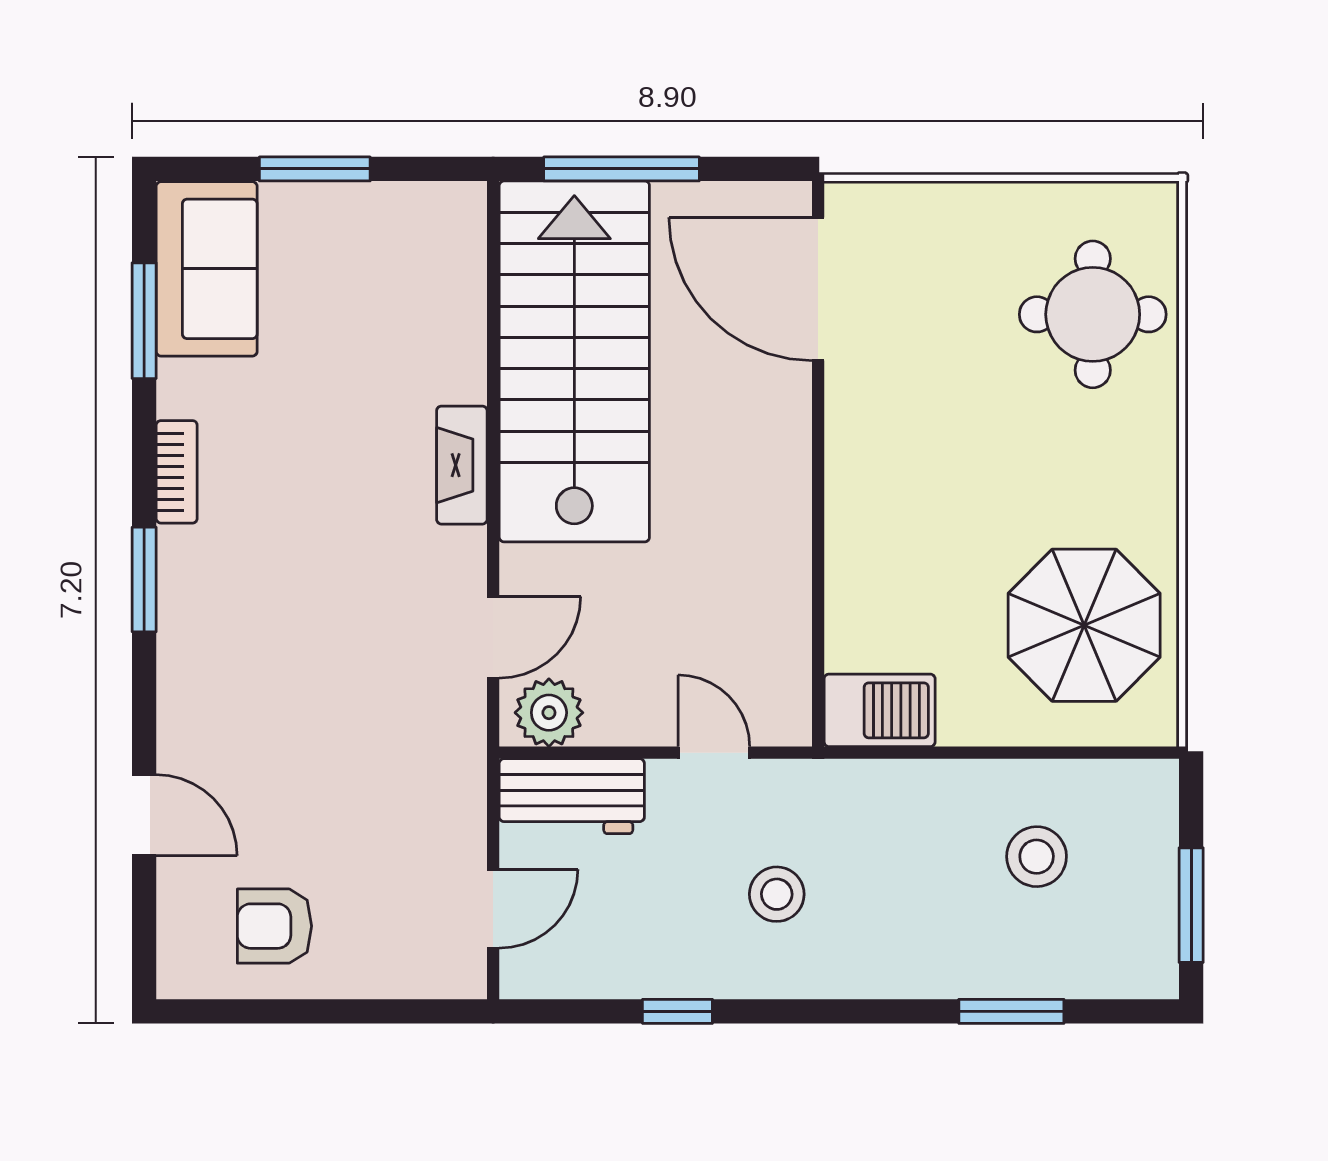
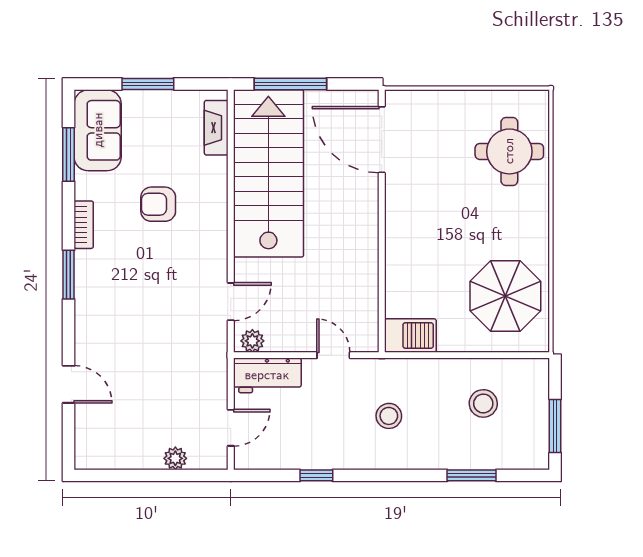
fireplace: (462, 465) -> (216, 128), moved
plant: (549, 713) -> (252, 341), width x0.73, depth x0.73
stool: (777, 894) -> (389, 416), moved
armchair: (274, 926) -> (158, 204), moved
plant: (374, 975) -> (175, 458), added

